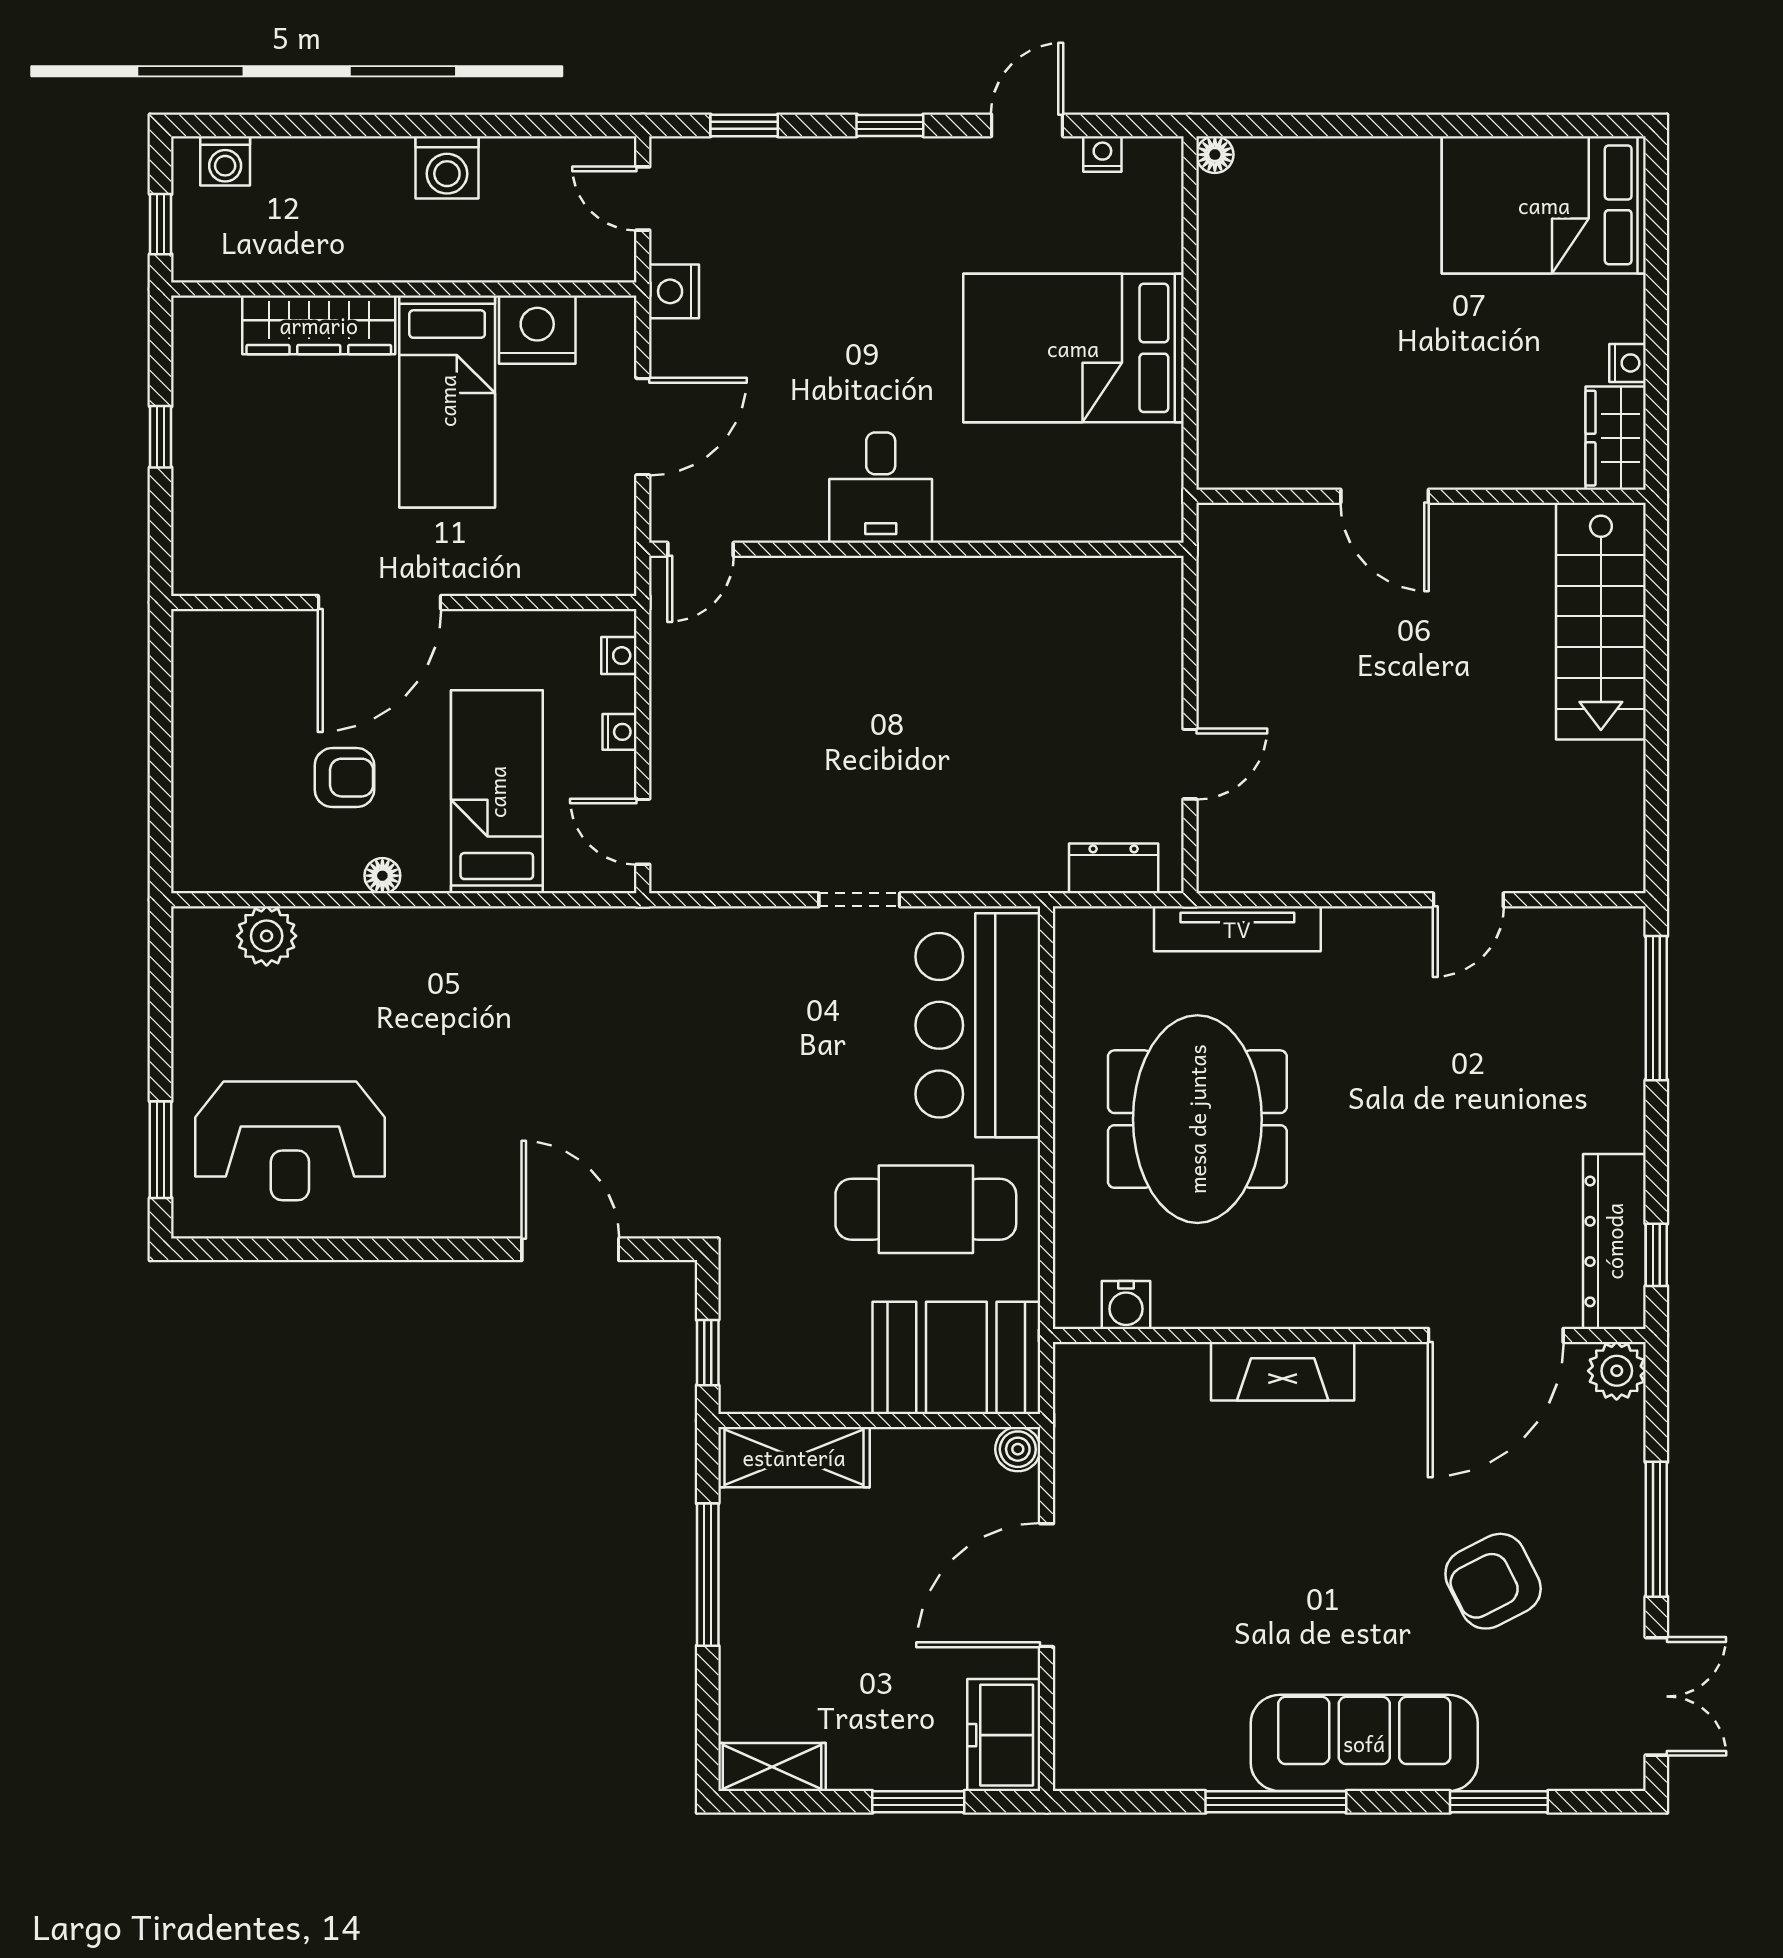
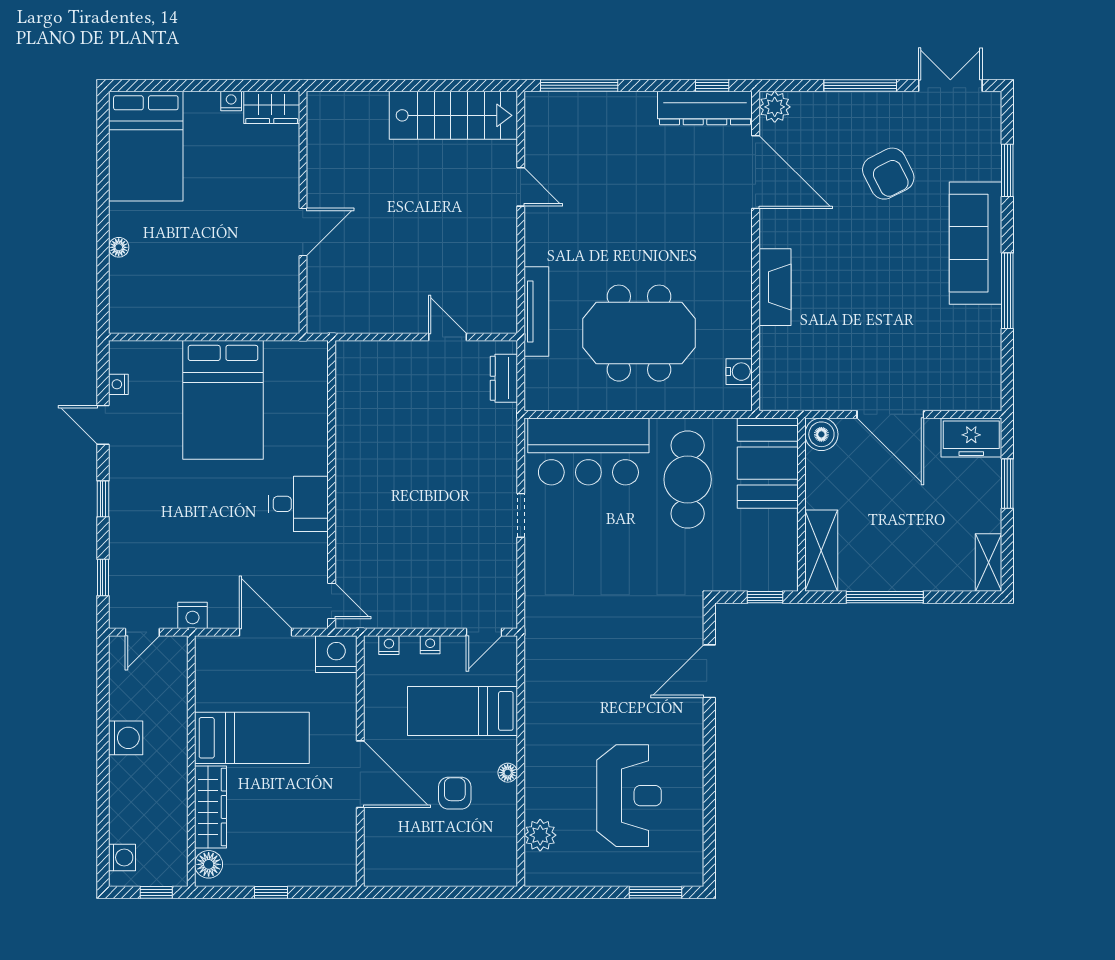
floor lamp: (1215, 155) -> (119, 247), moved
floor lamp: (212, 321) -> (209, 864), added
nightstand: (537, 330) -> (336, 654), moved, turned 90
stairs: (1601, 621) -> (453, 115), moved
reception desk: (290, 1141) -> (629, 796), moved
boiler: (1018, 1449) -> (821, 434), width x1.36, depth x1.36

